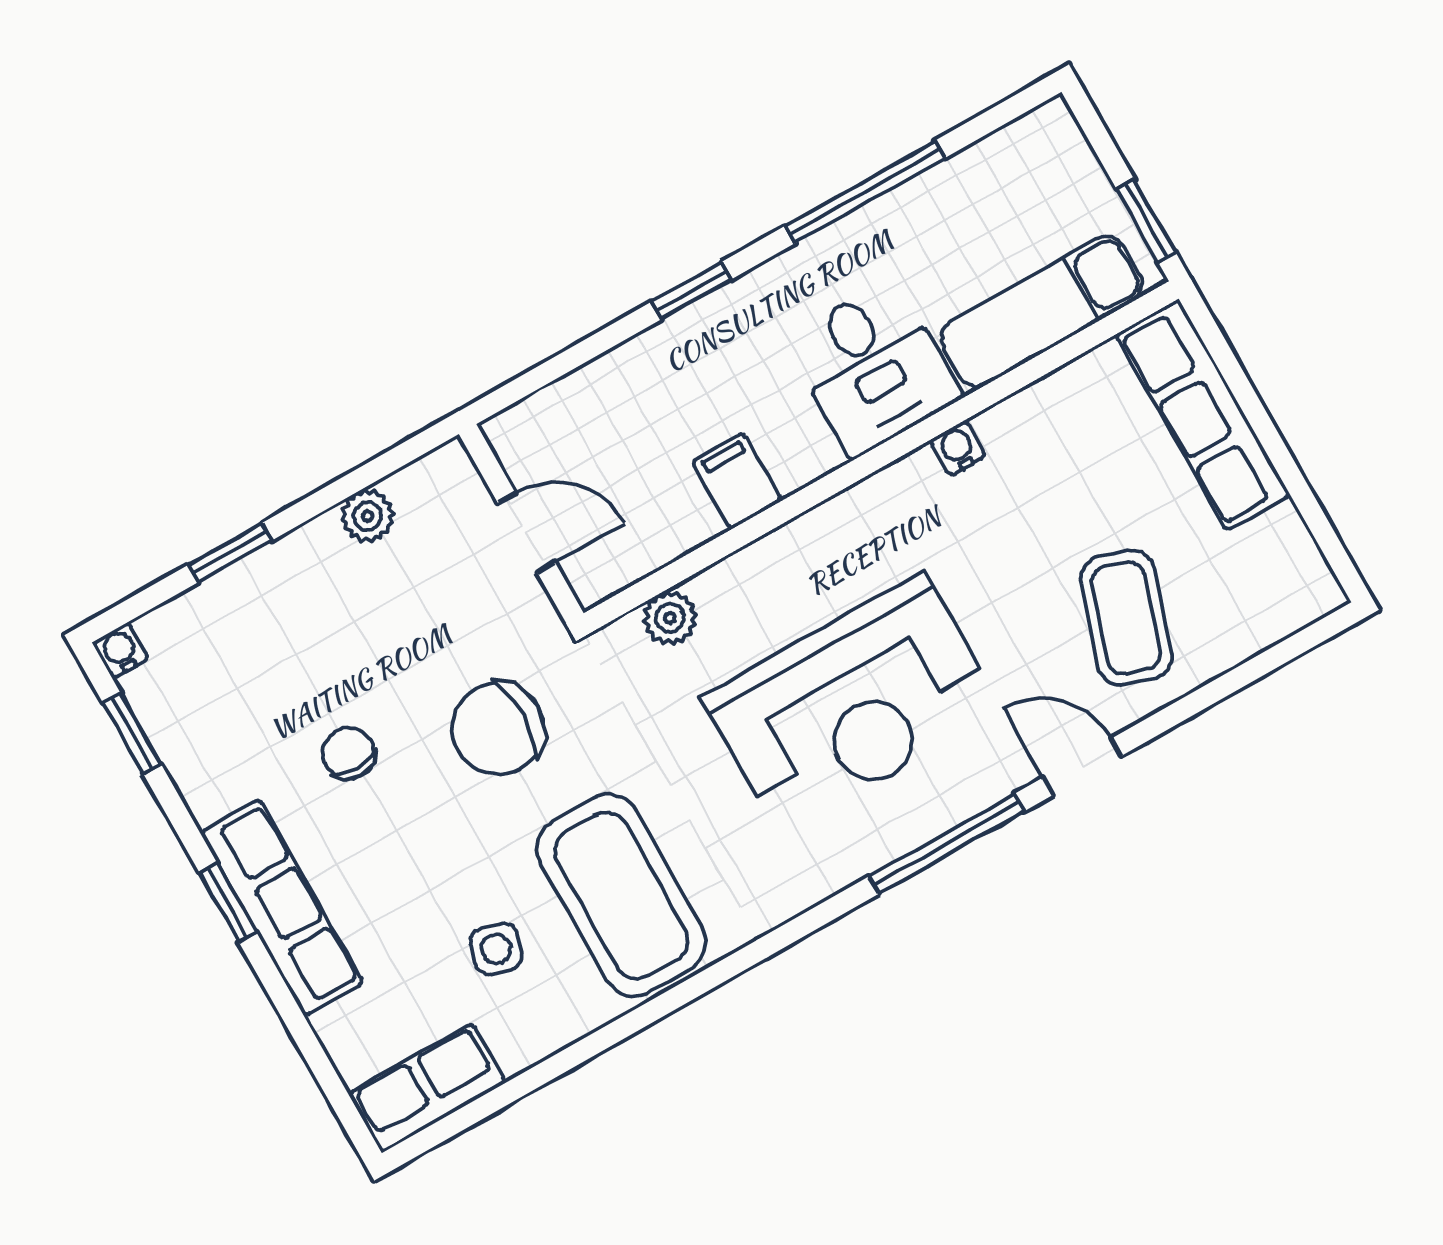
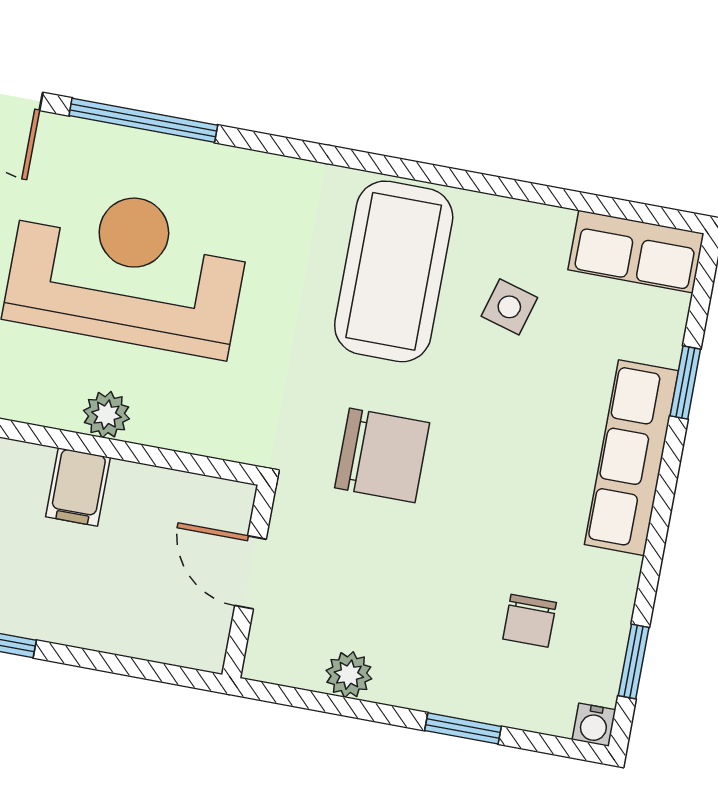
plant: (670, 618) -> (106, 415), moved
chair: (348, 753) -> (530, 621), moved
window: (228, 902) -> (685, 382), moved

